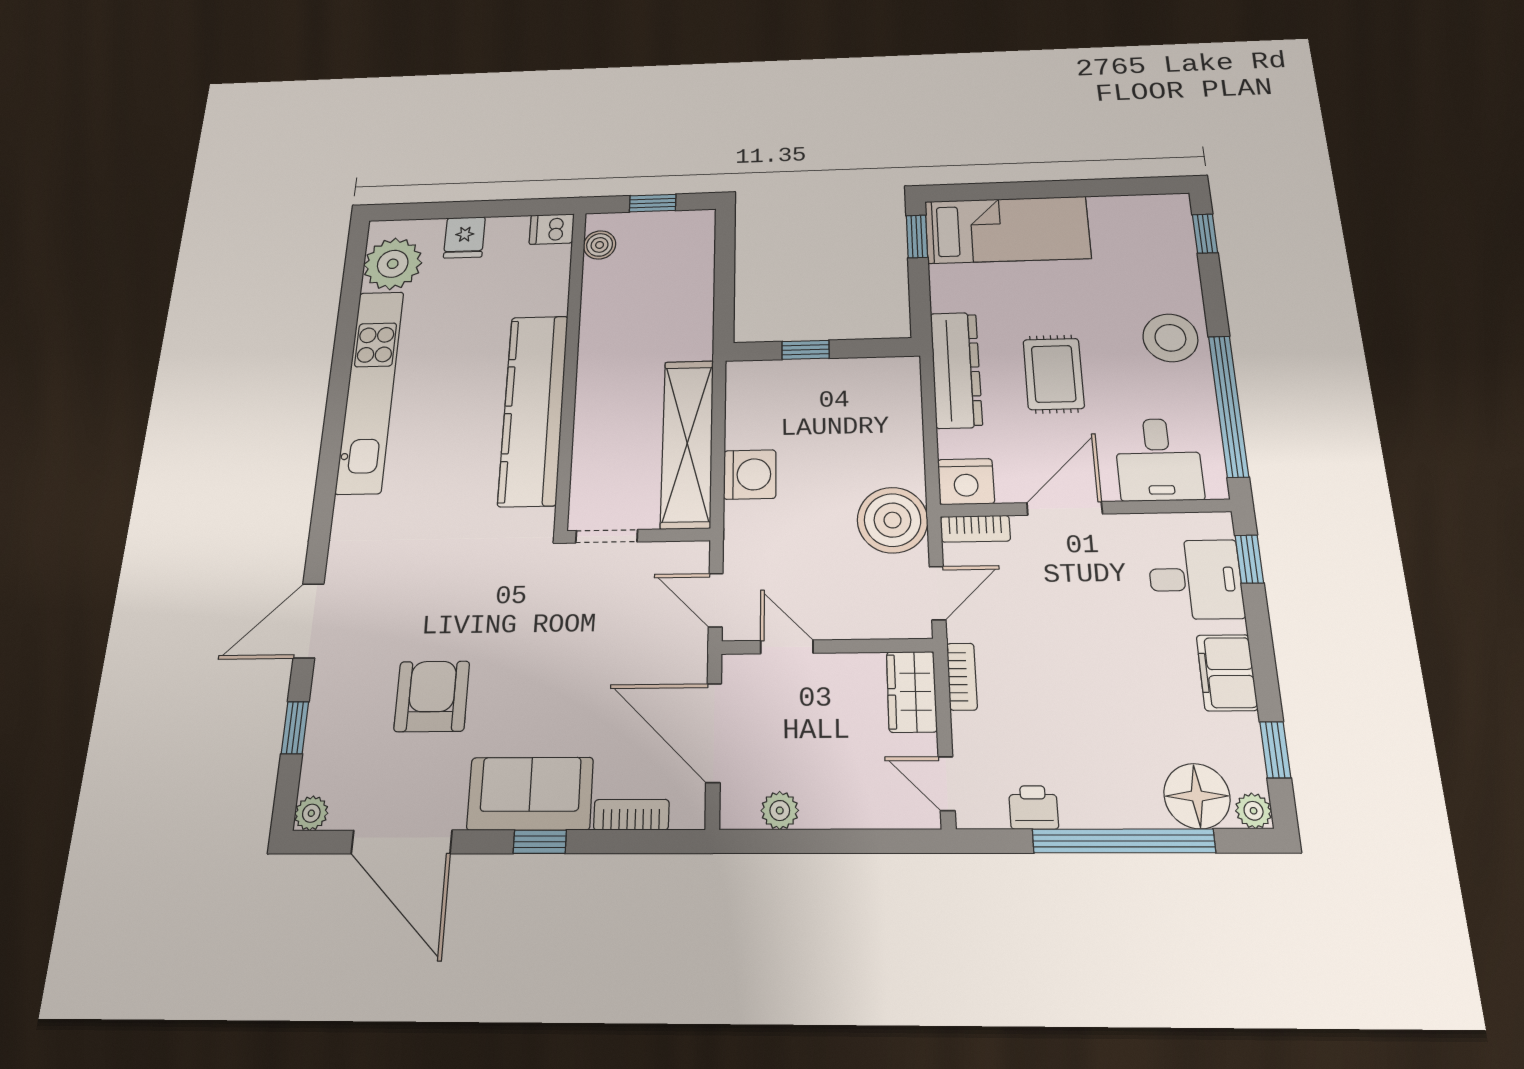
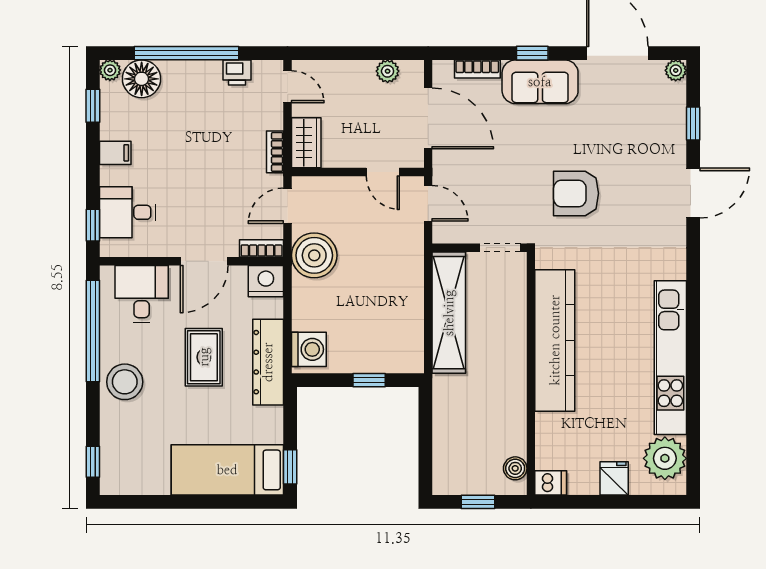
washing machine: (750, 474) -> (309, 349), moved, turned 180
filing cabinet: (1227, 673) -> (115, 153), width x0.50
armchair: (432, 696) -> (576, 193), moved, turned 90

